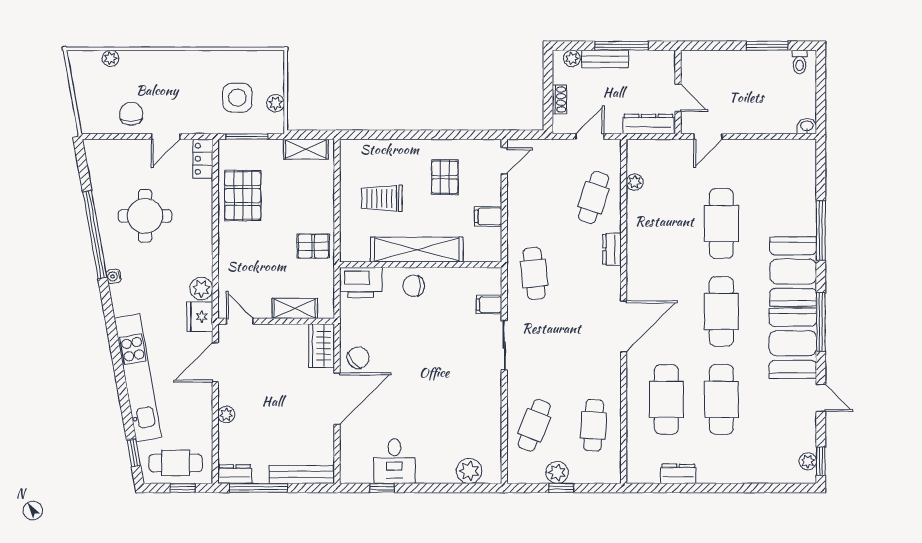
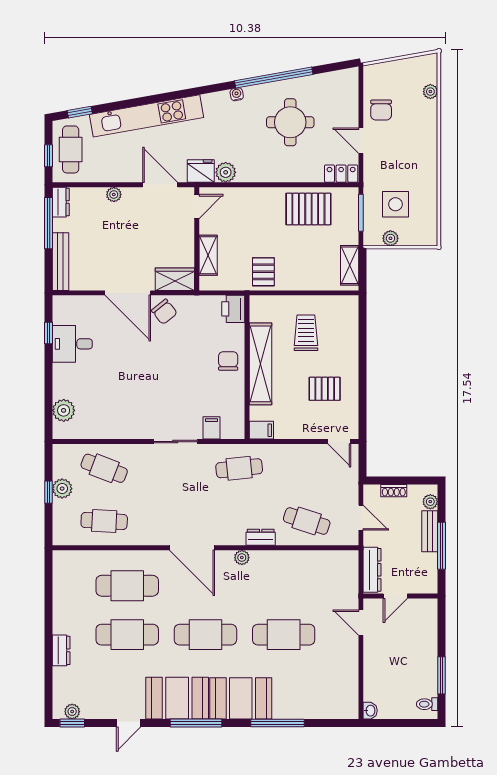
chair: (131, 114) -> (381, 110), turned 90
plant: (635, 182) -> (242, 558), moved
filing cabinet: (488, 216) -> (261, 430), moved, turned 90
printer: (361, 283) -> (233, 309), width x0.73, depth x0.84
dresser: (678, 474) -> (61, 650), moved

